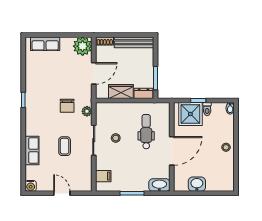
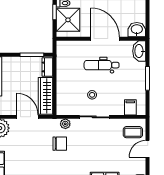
wardrobe: (121, 92) -> (45, 96), width x1.50
dental chair: (146, 132) -> (102, 65), moved
coffee table: (65, 146) -> (133, 132), moved
washbasin: (197, 184) -> (137, 30), moved, turned 90

